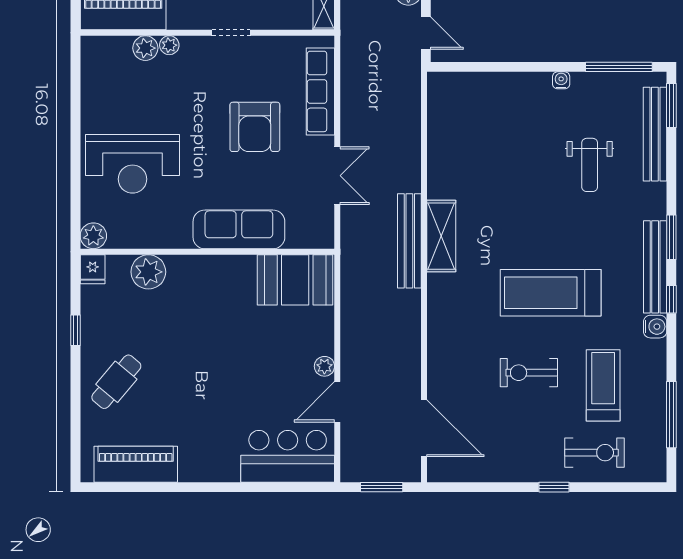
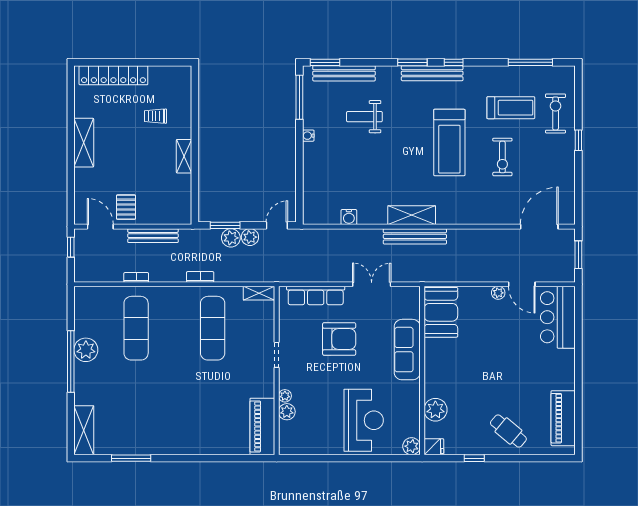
weight bench: (590, 165) -> (364, 117), turned 180
water cooler: (655, 327) -> (349, 217), moved, turned 180
treadmill: (603, 385) -> (511, 108), turned 180

